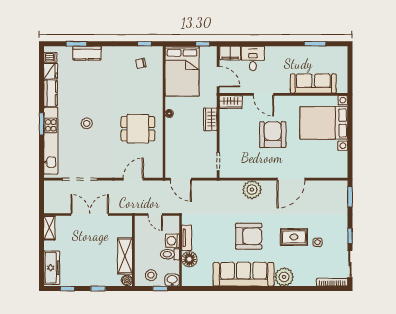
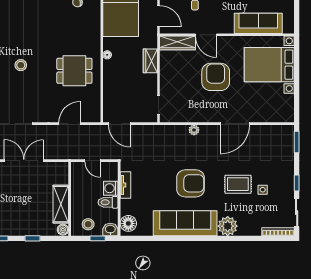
wardrobe: (231, 102) -> (178, 43), width x1.50
plant: (252, 190) -> (194, 130), width x0.53, depth x0.53
floor lamp: (189, 259) -> (128, 223), moved

